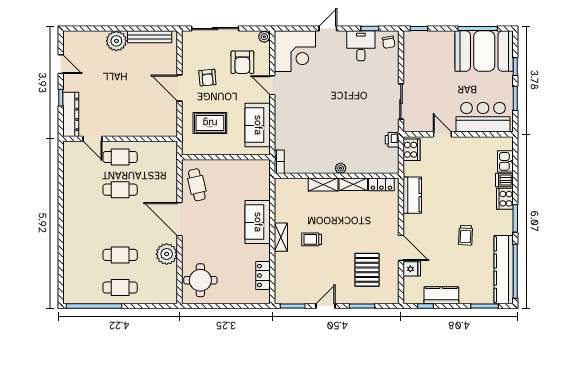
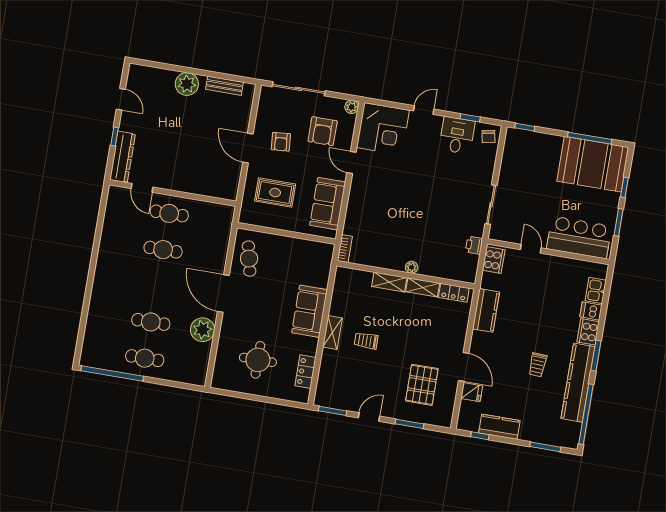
bench: (150, 37) -> (224, 86), width x0.73
kitchen counter: (504, 270) -> (578, 383), moved
round table: (200, 280) -> (258, 360), moved

